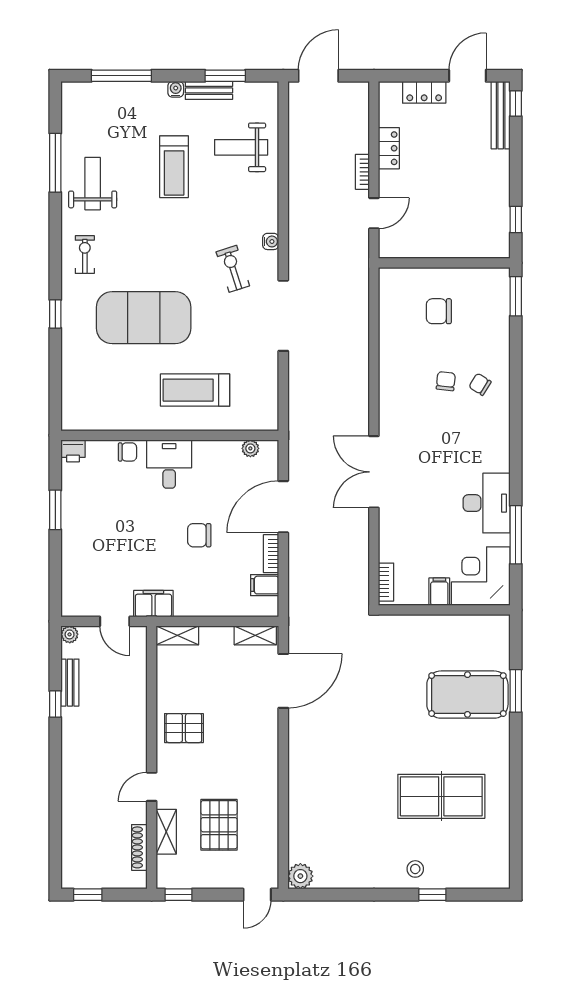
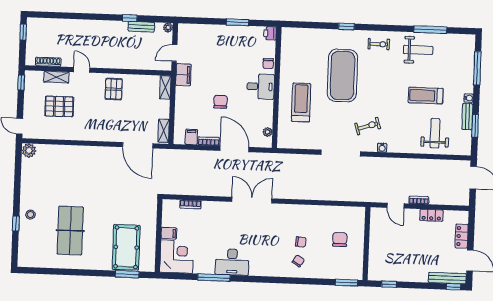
corner desk: (481, 576) -> (177, 257), moved
filing cabinet: (439, 592) -> (169, 233), moved
wall: (444, 610) -> (159, 236), moved

